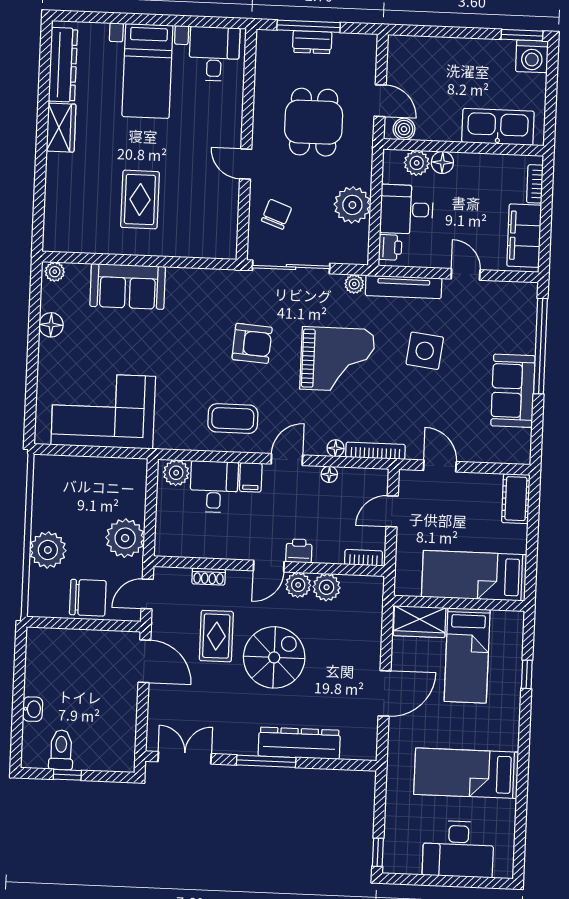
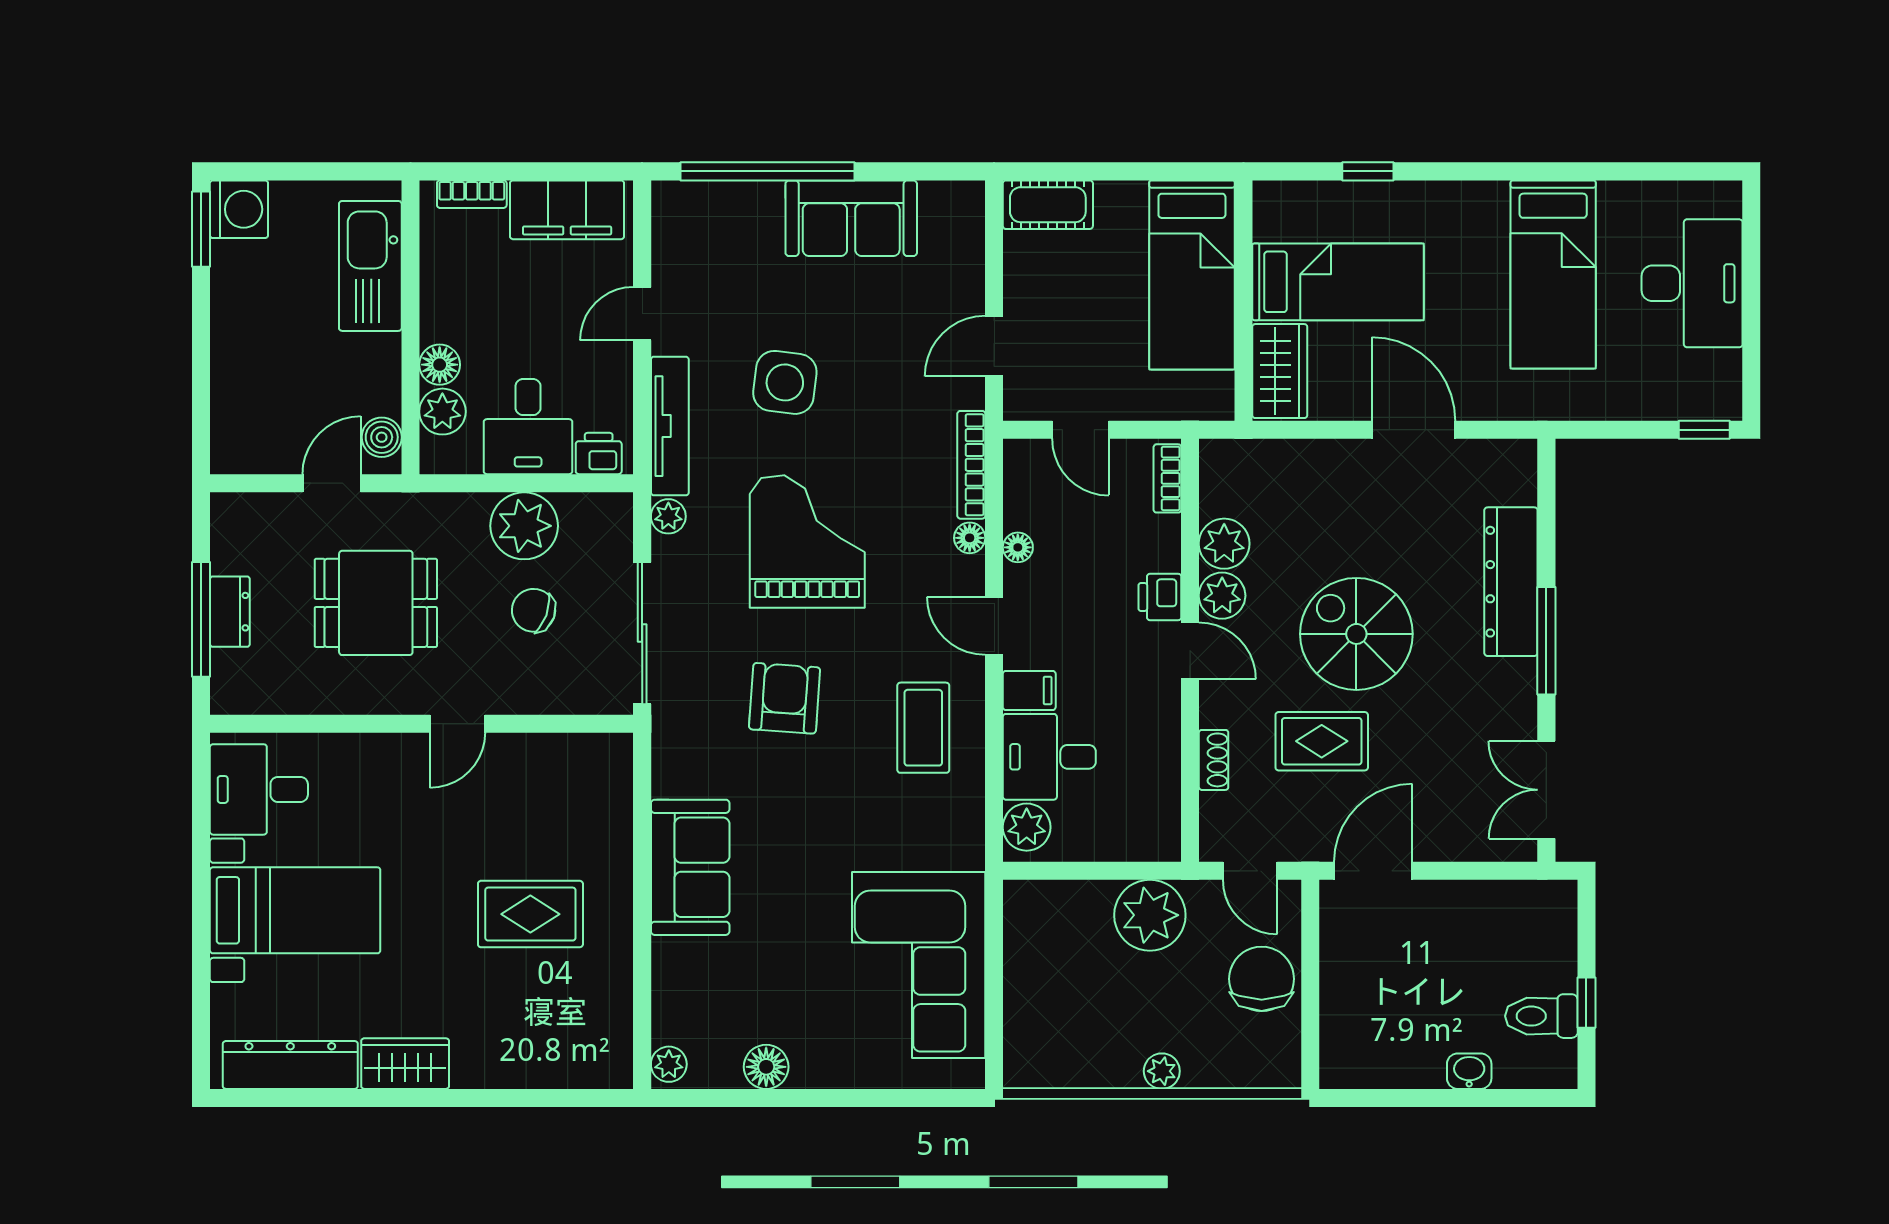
chair: (276, 214) -> (534, 610), moved
sofa: (128, 286) -> (690, 867), moved
plant: (48, 550) -> (1162, 1071), width x0.53, depth x0.53

